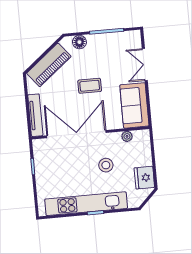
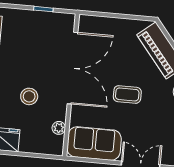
coffee table: (90, 86) -> (127, 94), turned 90
tv unit: (35, 115) -> (104, 23), removed

